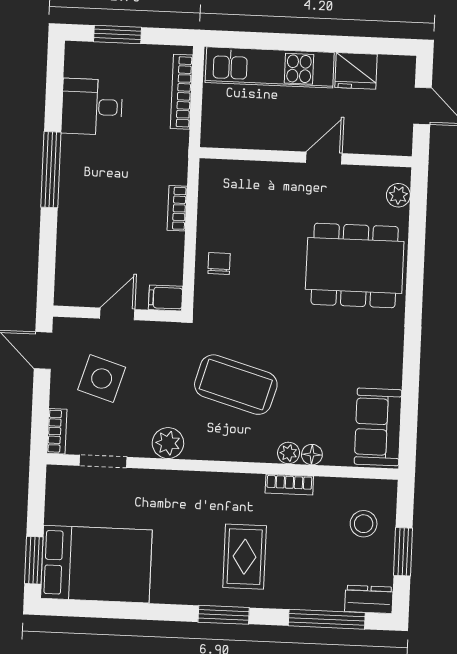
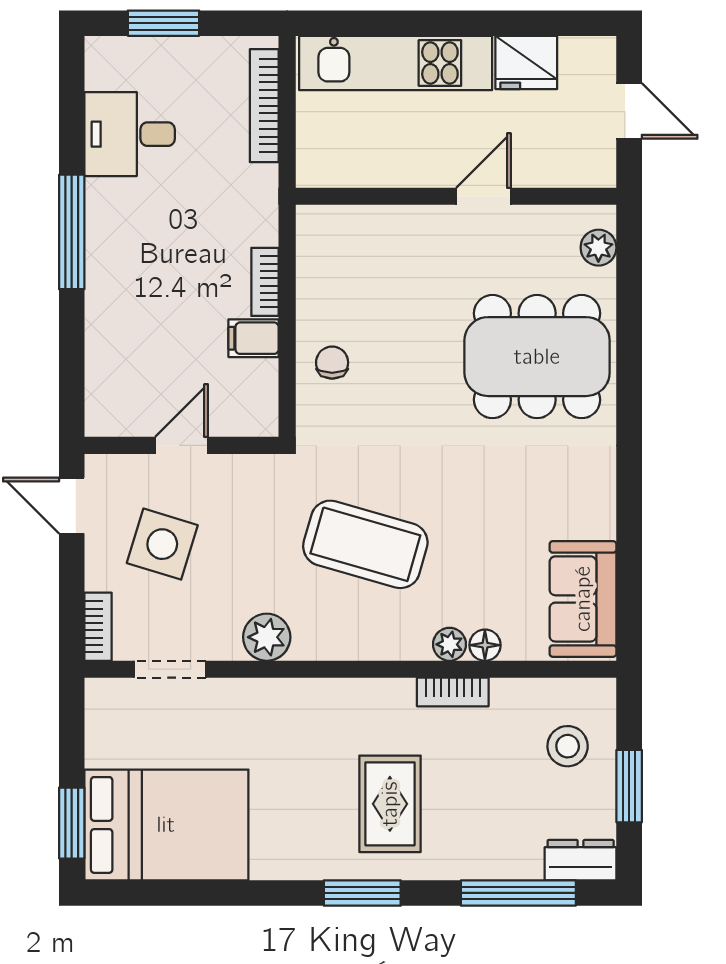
filing cabinet: (166, 298) -> (254, 338), moved

